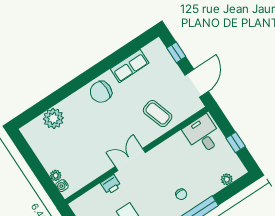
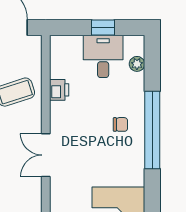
desk: (203, 135) -> (103, 56), moved, turned 90
printer: (111, 185) -> (59, 90), moved

